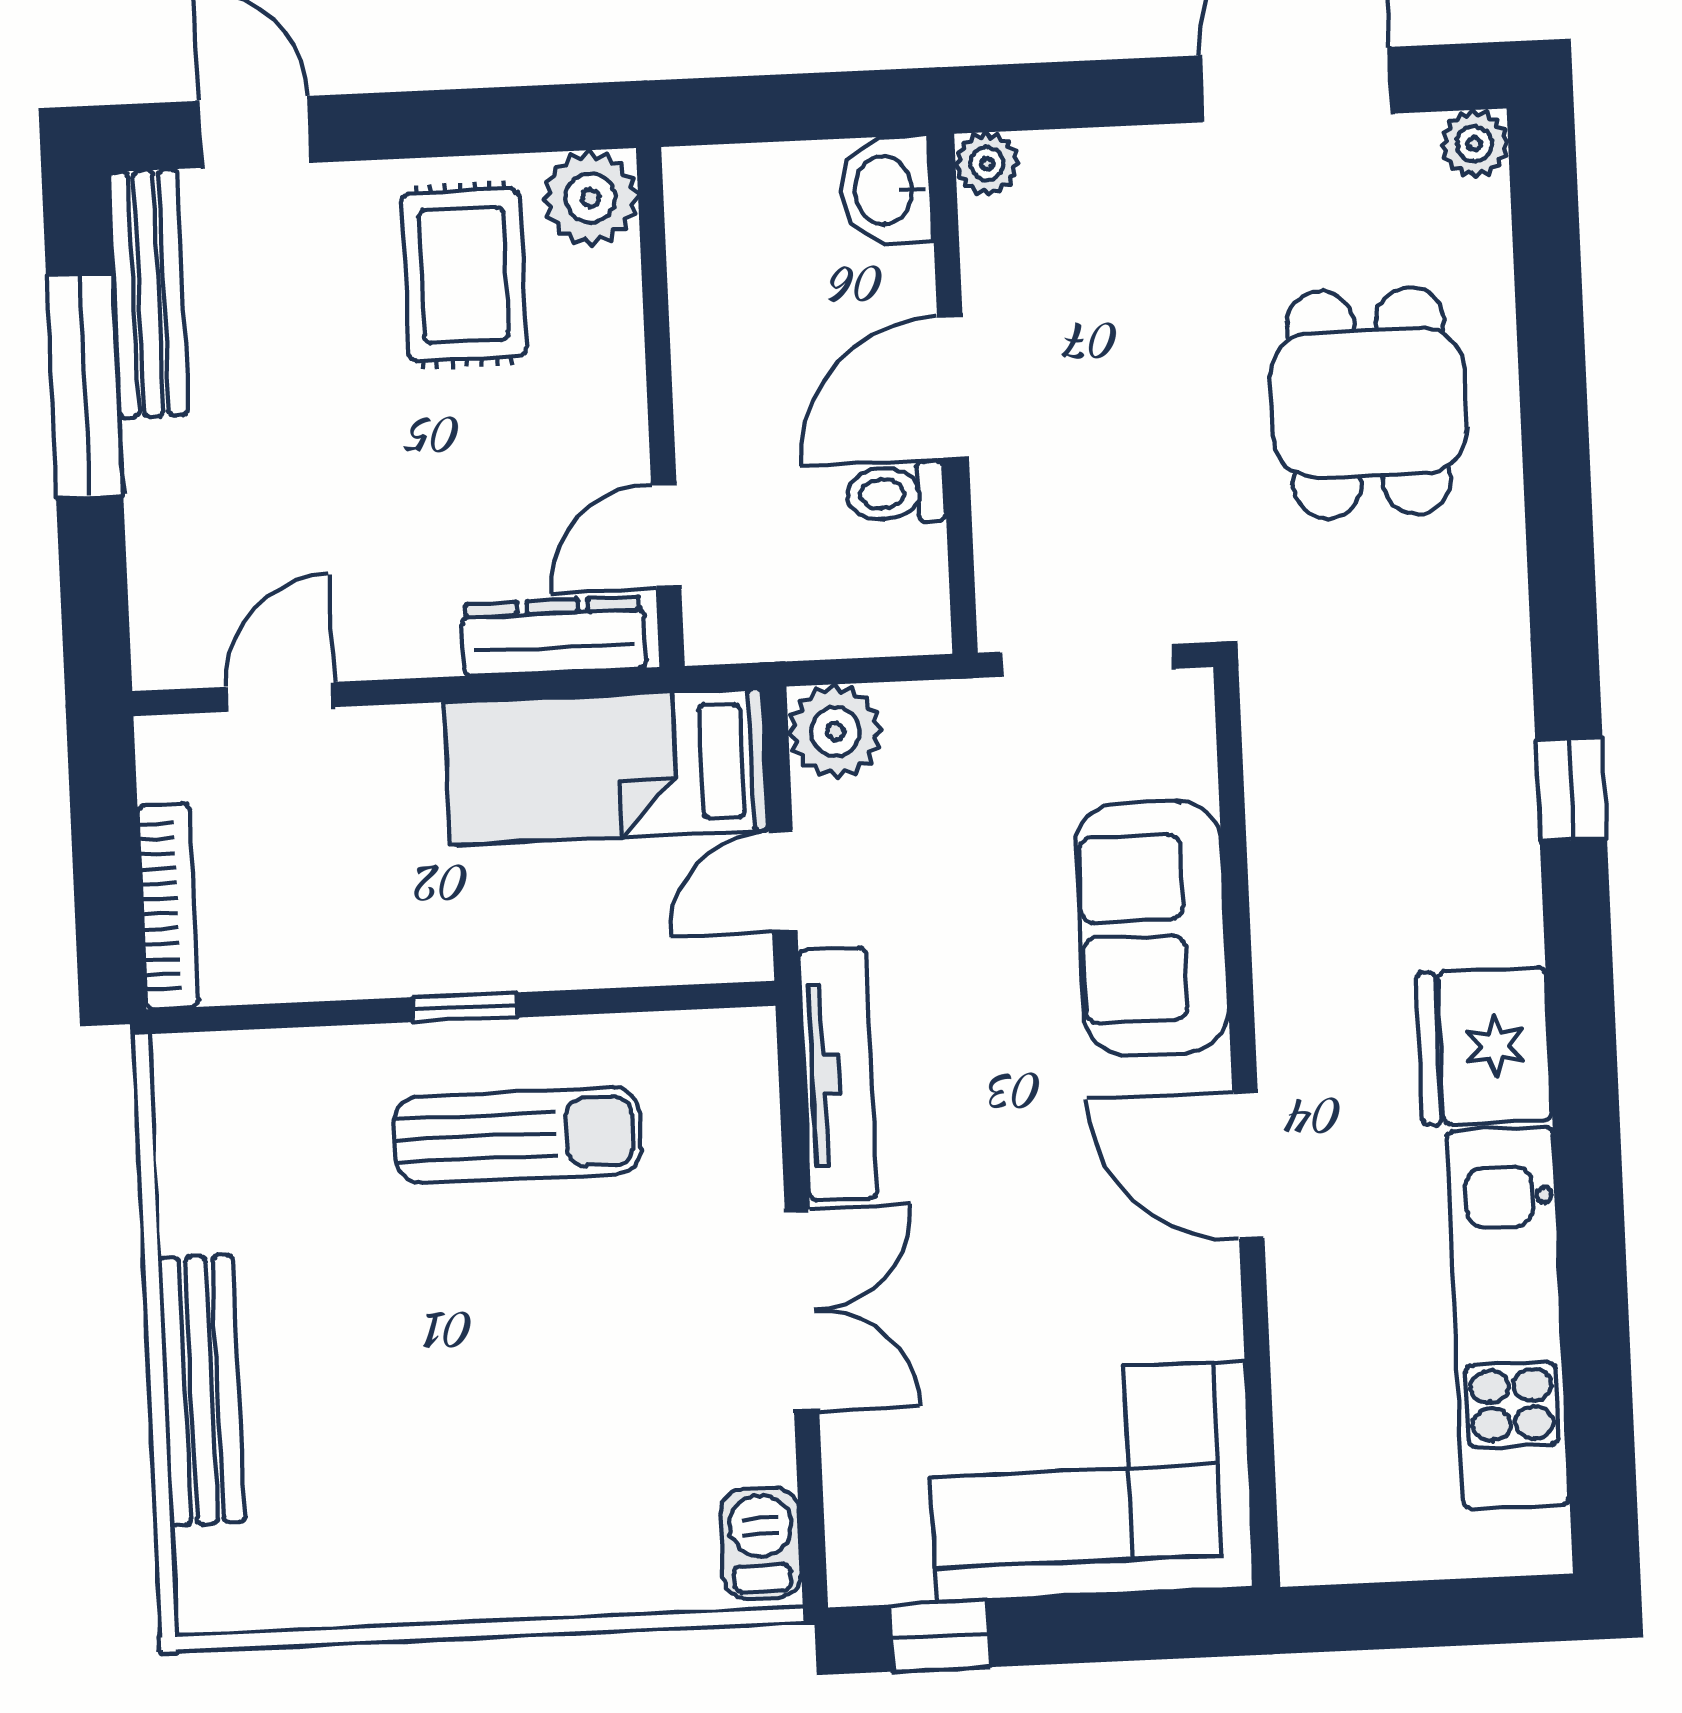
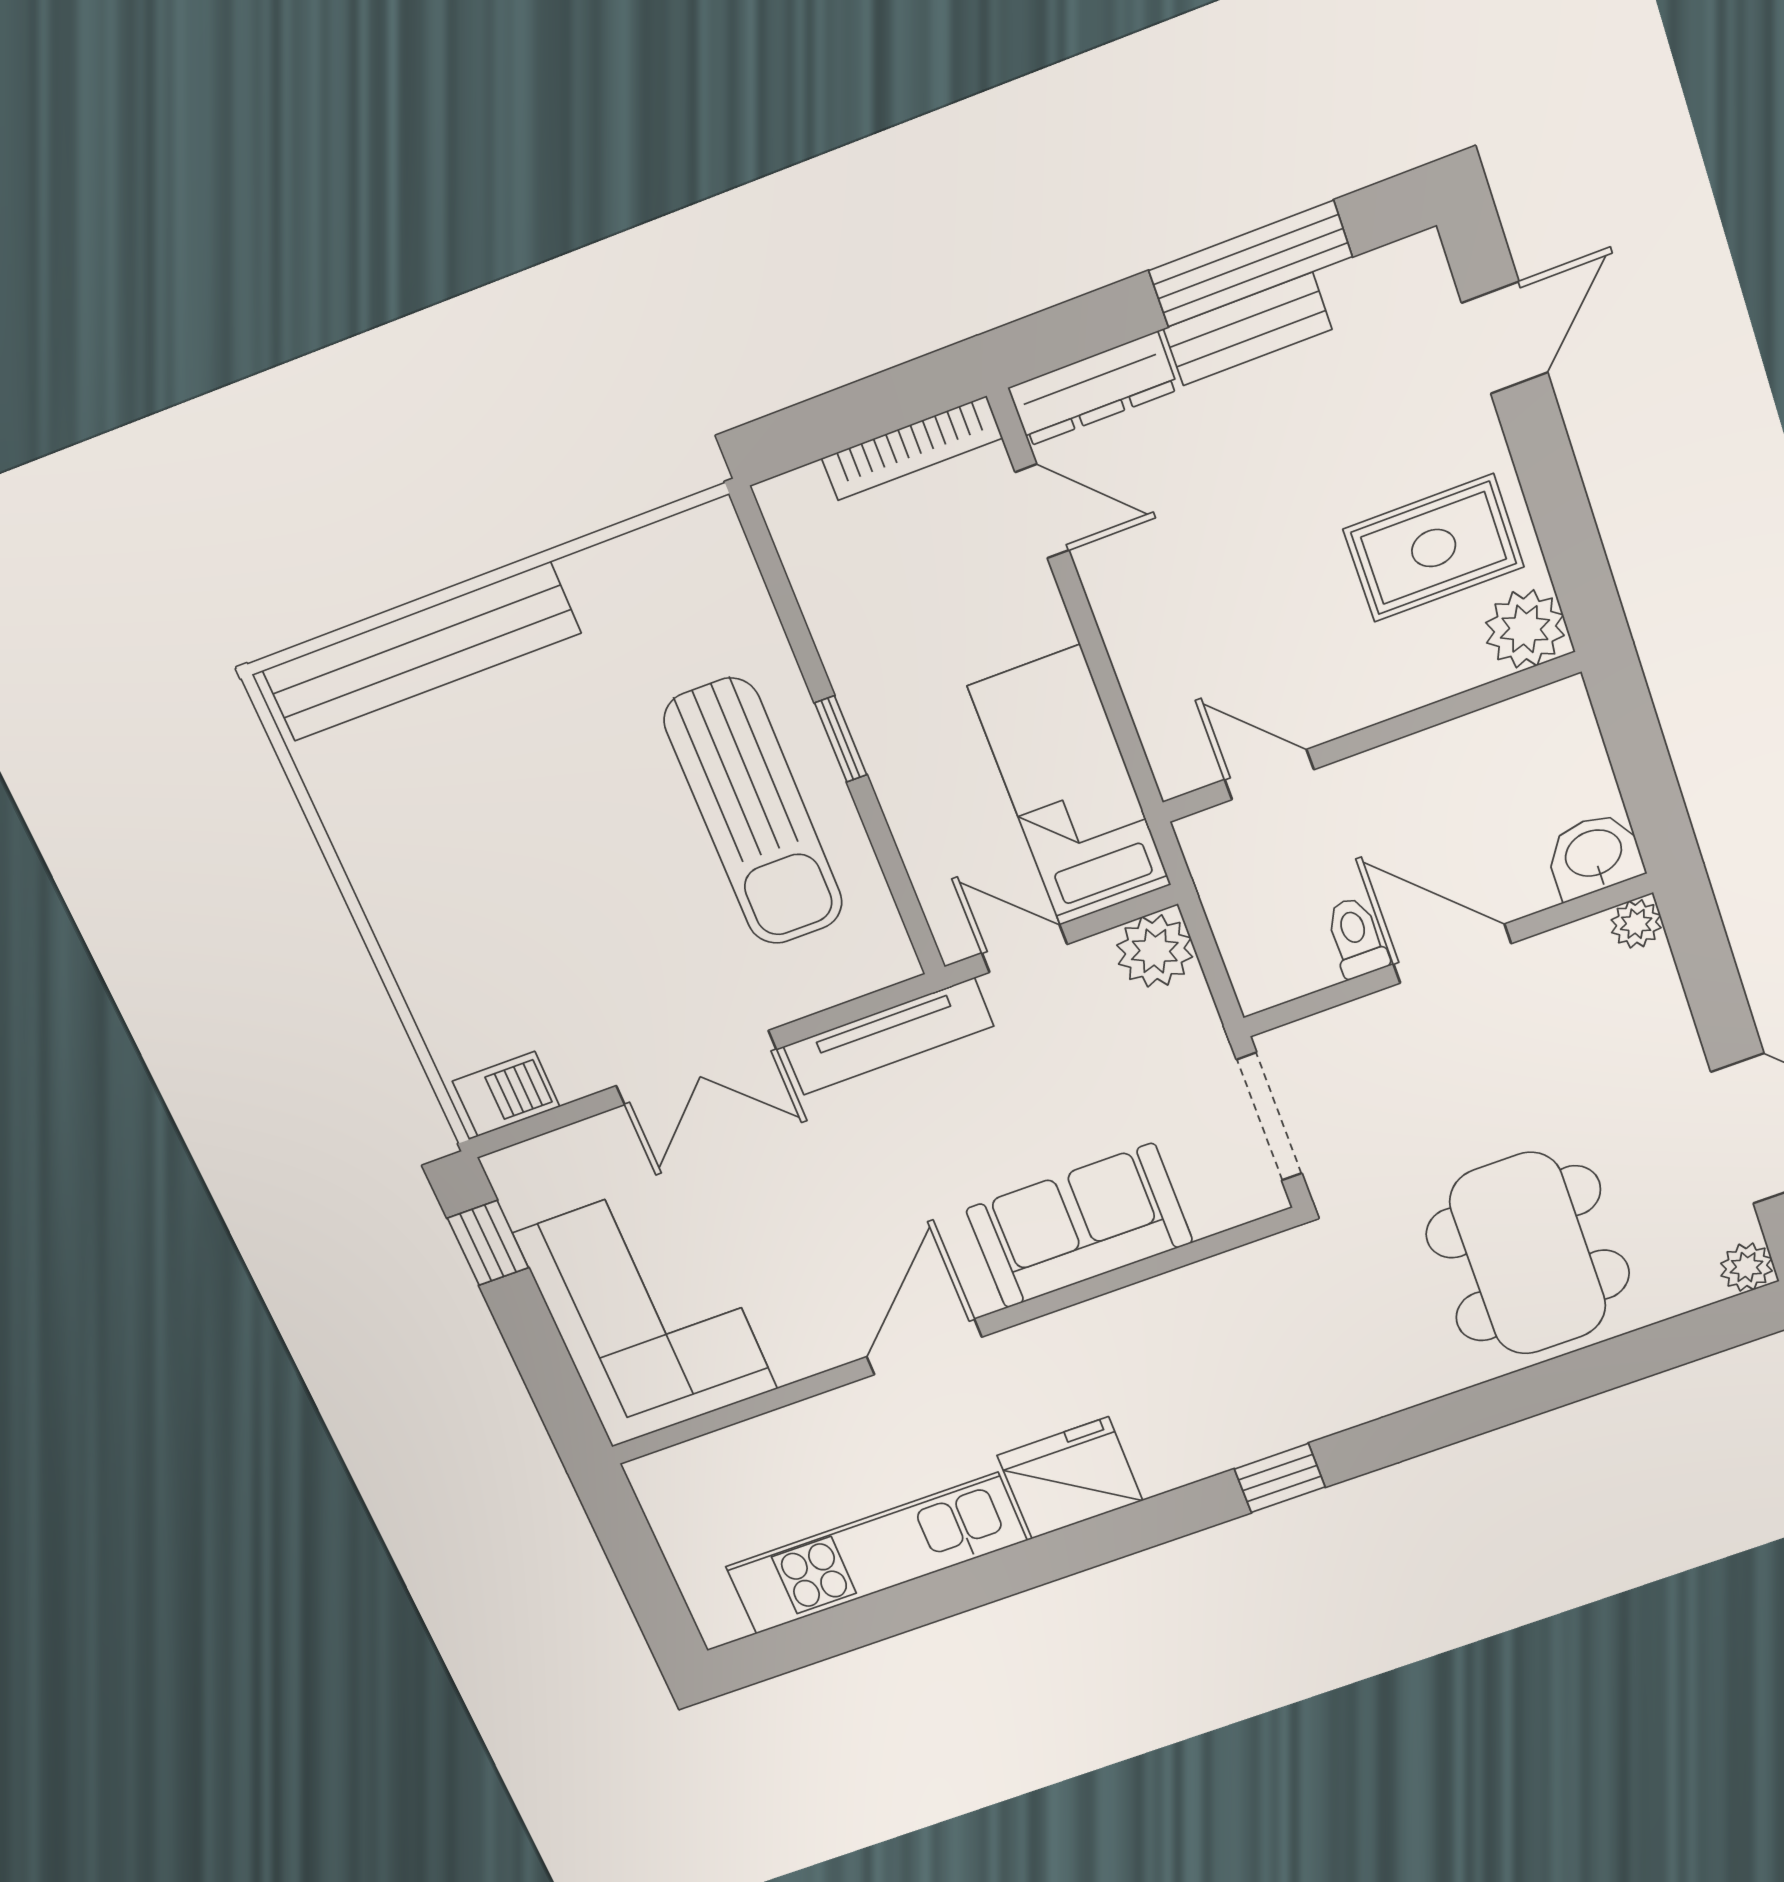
bench: (149, 294) -> (1248, 329), moved, width x0.73
dining table: (1368, 403) -> (1528, 1254), width x1.37
dresser: (554, 636) -> (1093, 389), moved, turned 90
bookcase: (168, 906) -> (912, 448), moved
sun lounger: (517, 1135) -> (754, 812), width x1.36, depth x1.34
bench: (201, 1390) -> (422, 652), width x1.37, depth x1.21

